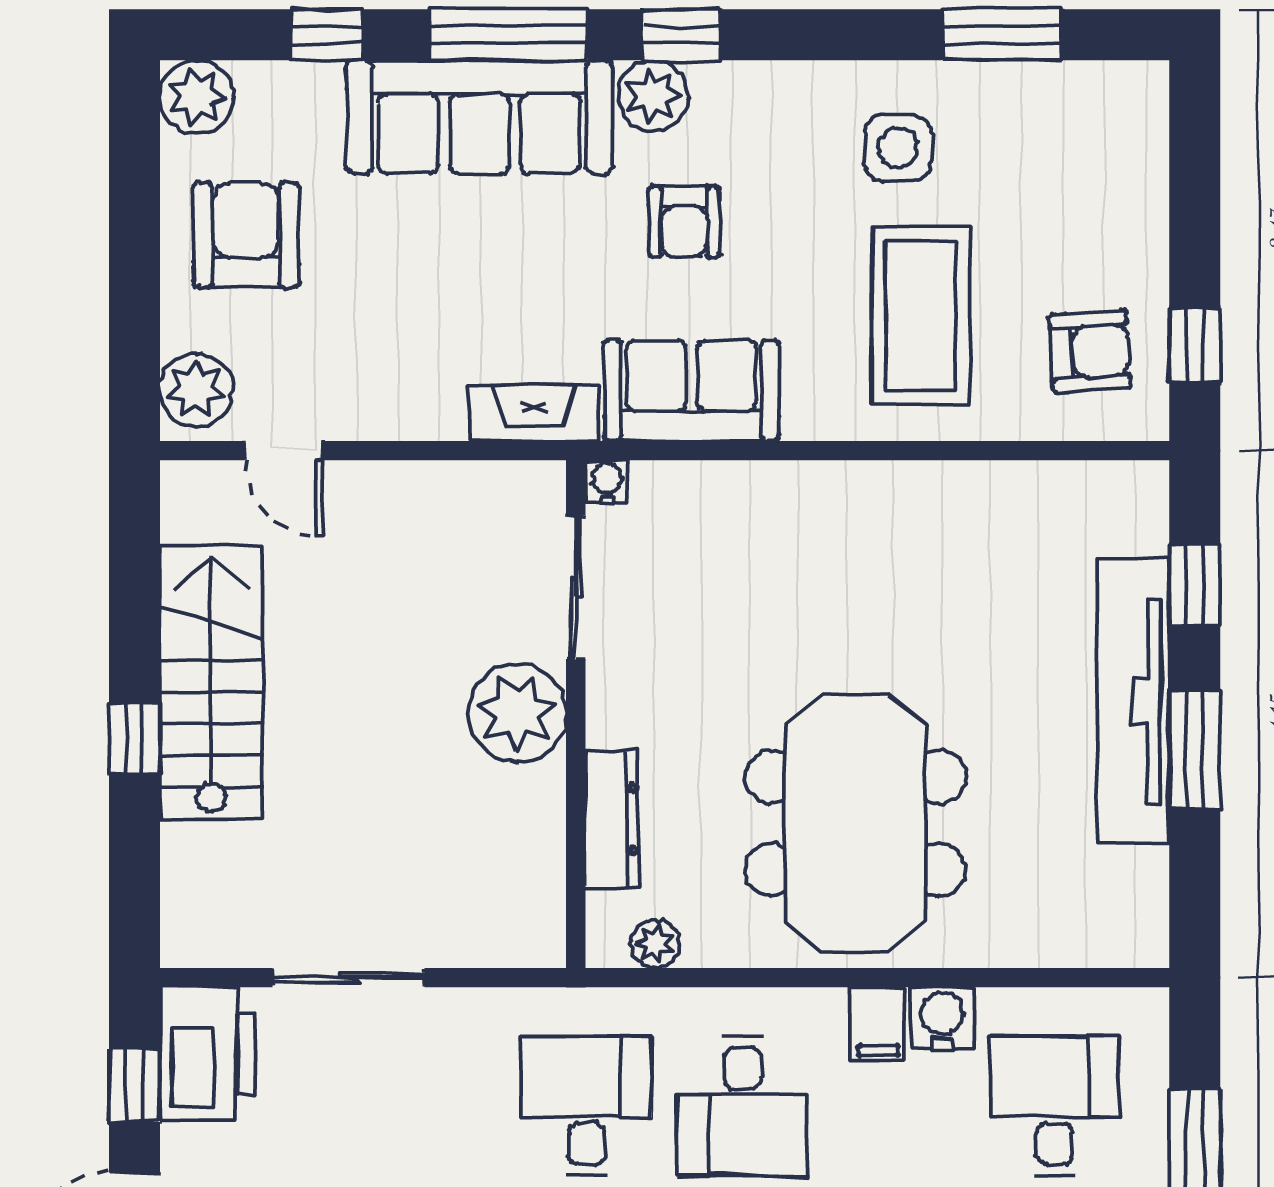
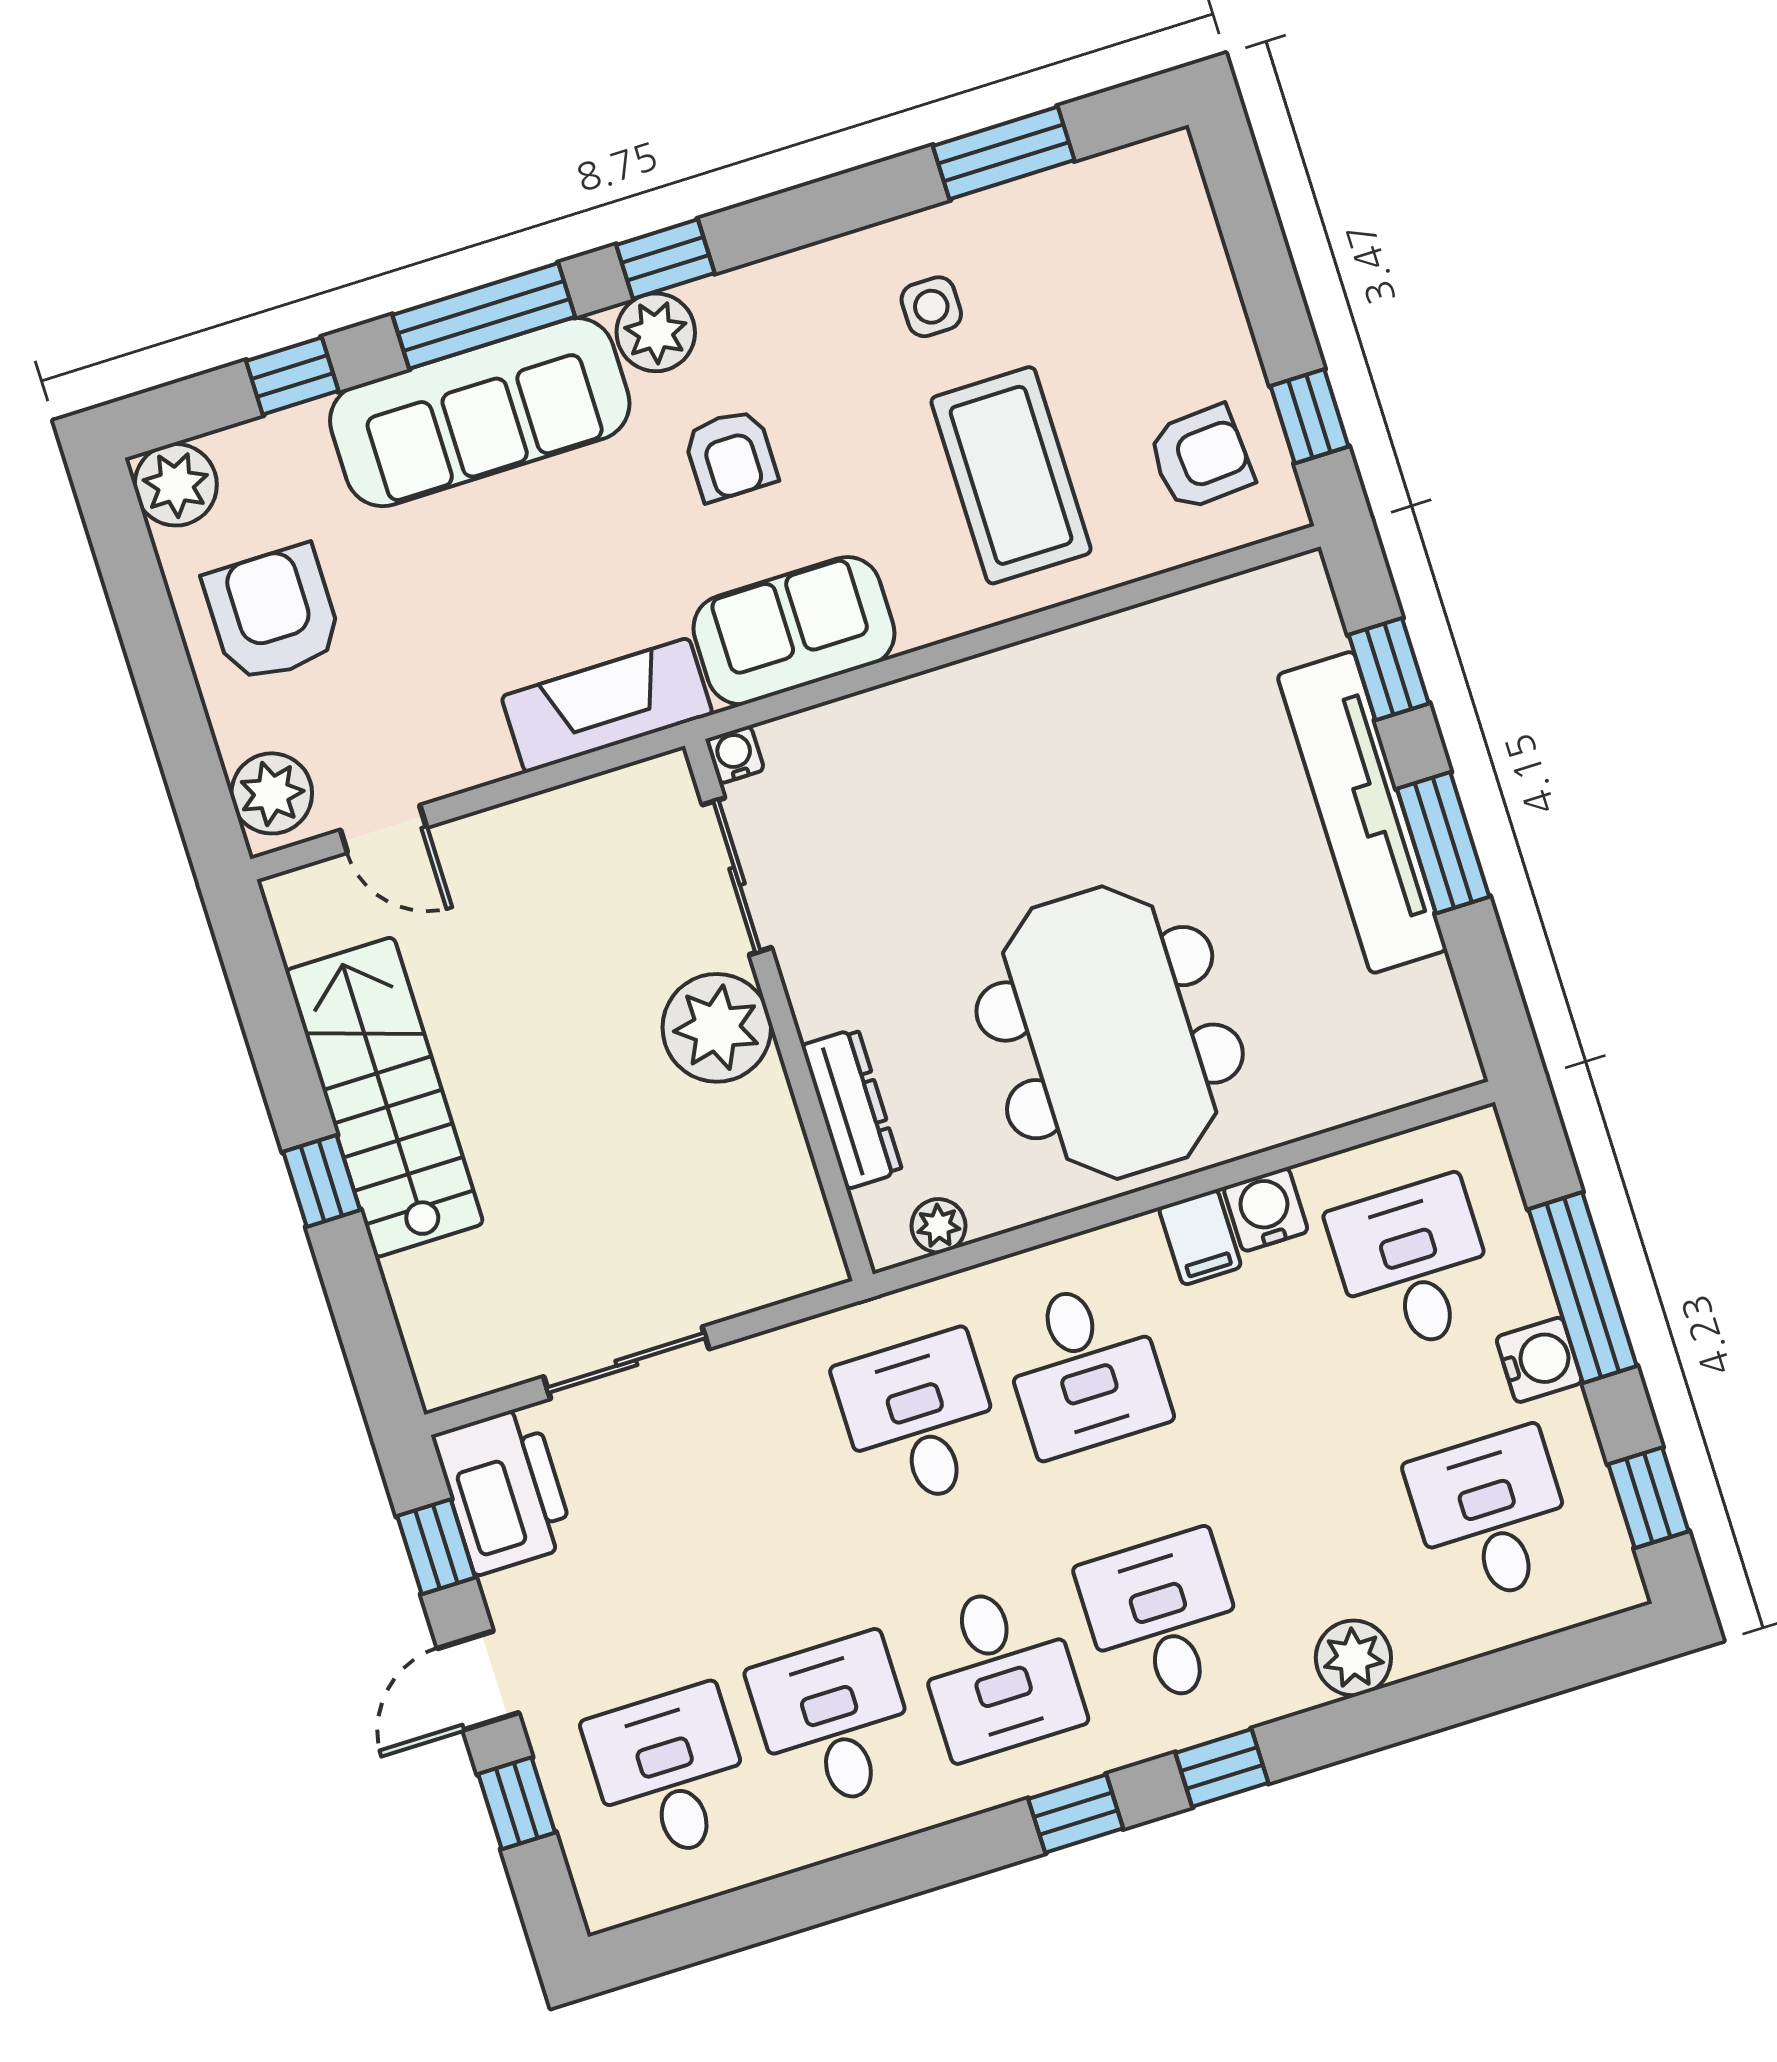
side table: (898, 148) -> (931, 307), width x0.73, depth x0.73
fireplace: (534, 413) -> (607, 705), width x1.37, depth x1.32

